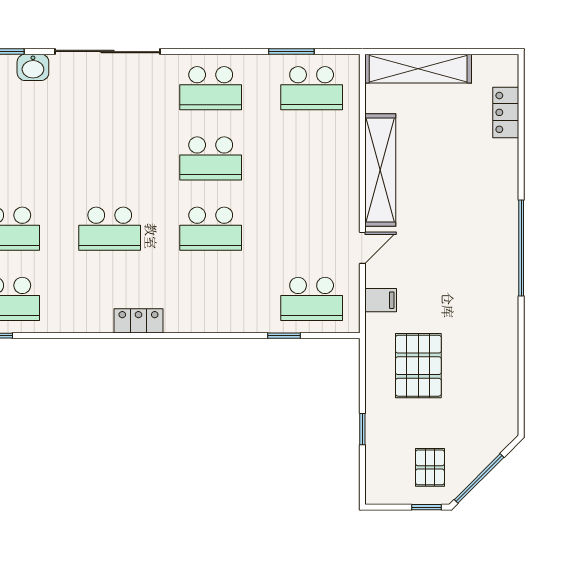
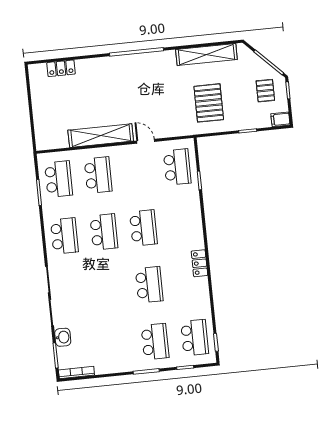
shelving: (418, 69) -> (206, 54), moved, turned 90
school desk: (312, 158) -> (98, 175), added
filing cabinet: (381, 300) -> (280, 119), moved, turned -90
pallet: (418, 366) -> (209, 103), turned 90
pallet: (430, 467) -> (265, 91), turned 90

